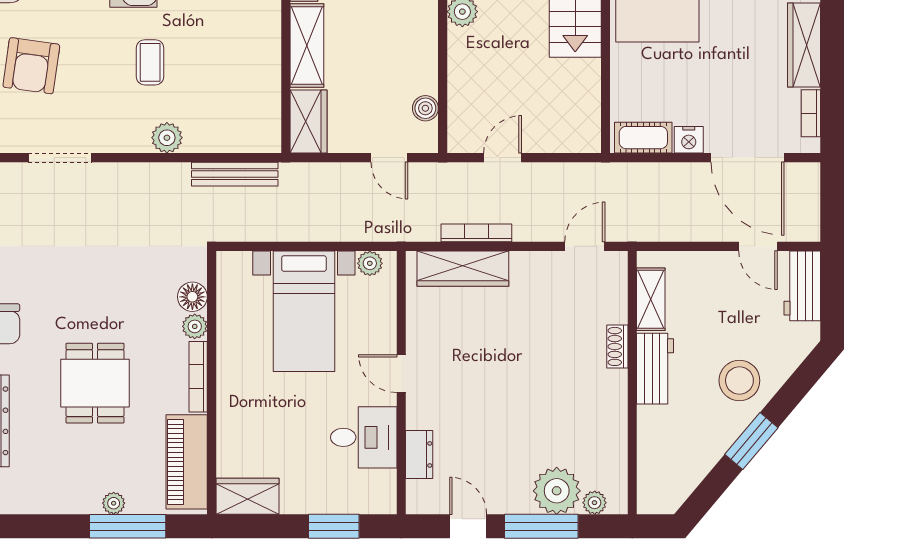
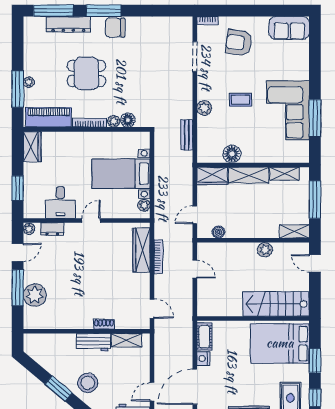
floor lamp: (263, 80) -> (232, 154), added
bench: (235, 174) -> (187, 135), width x0.73
plant: (595, 503) -> (29, 229), moved

